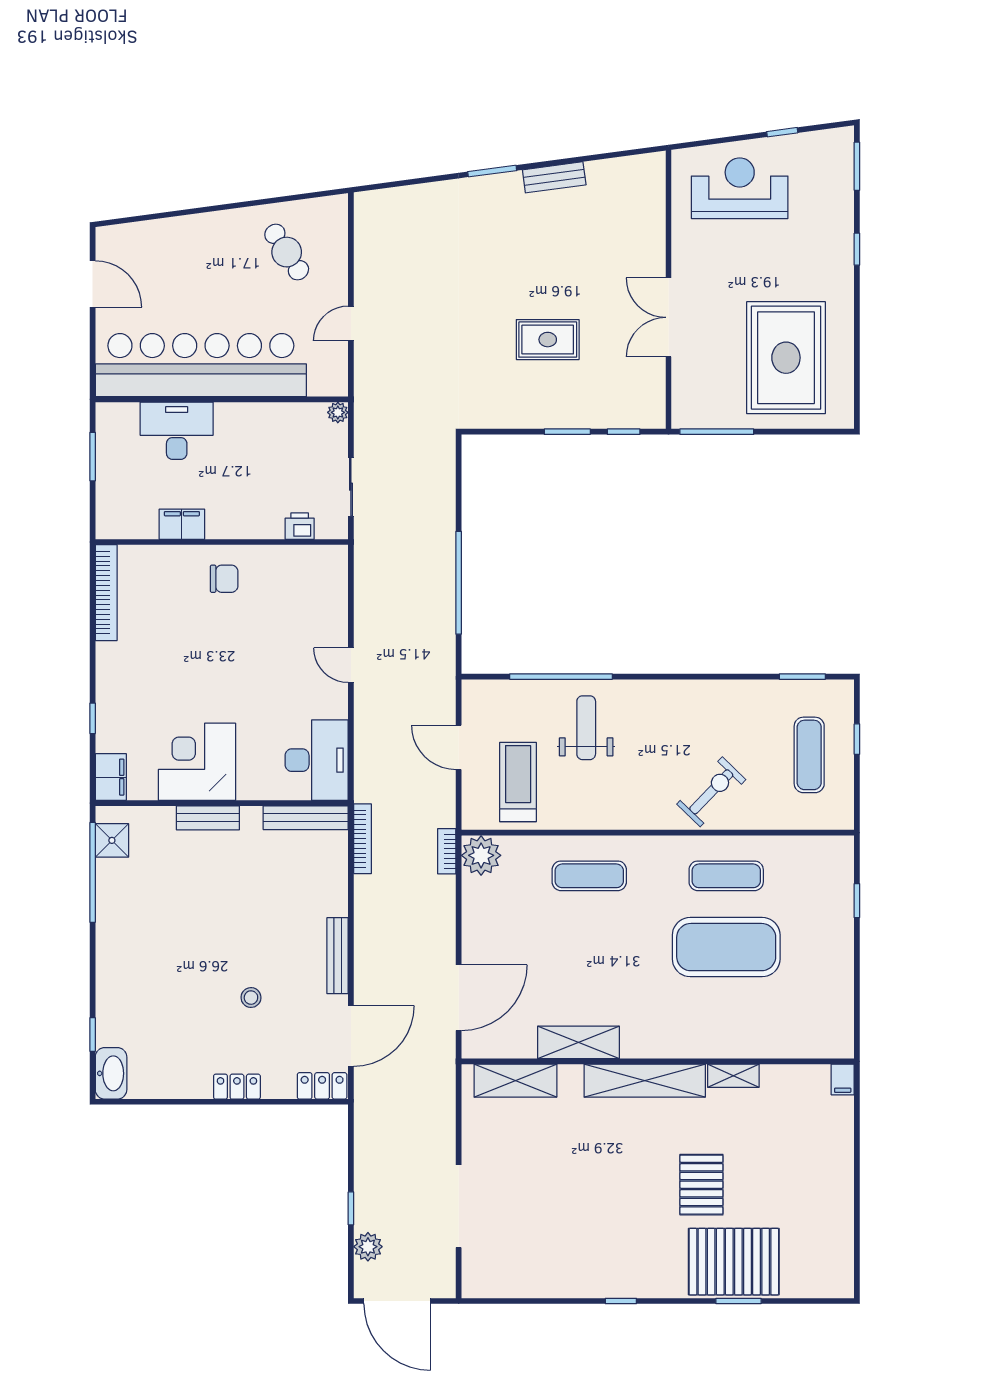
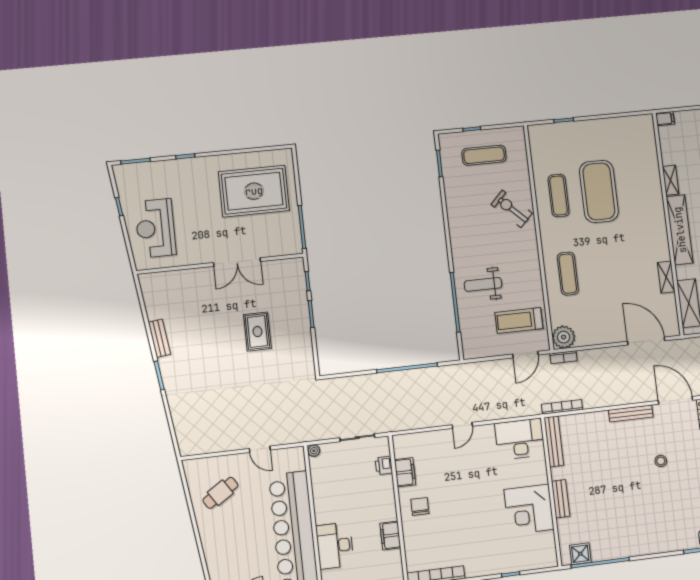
door: (459, 747) -> (525, 355), moved
filing cabinet: (111, 777) -> (405, 472), moved, turned 90
shelving: (578, 1042) -> (666, 277), width x0.67, depth x0.75

